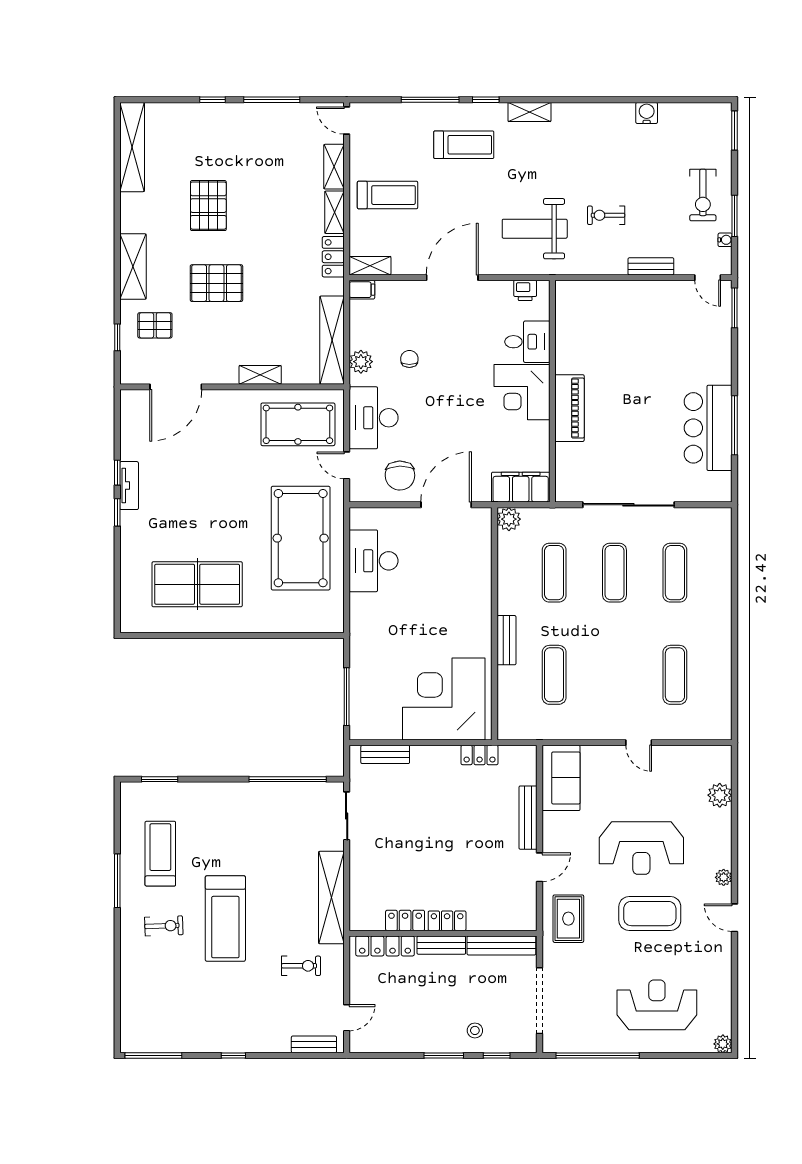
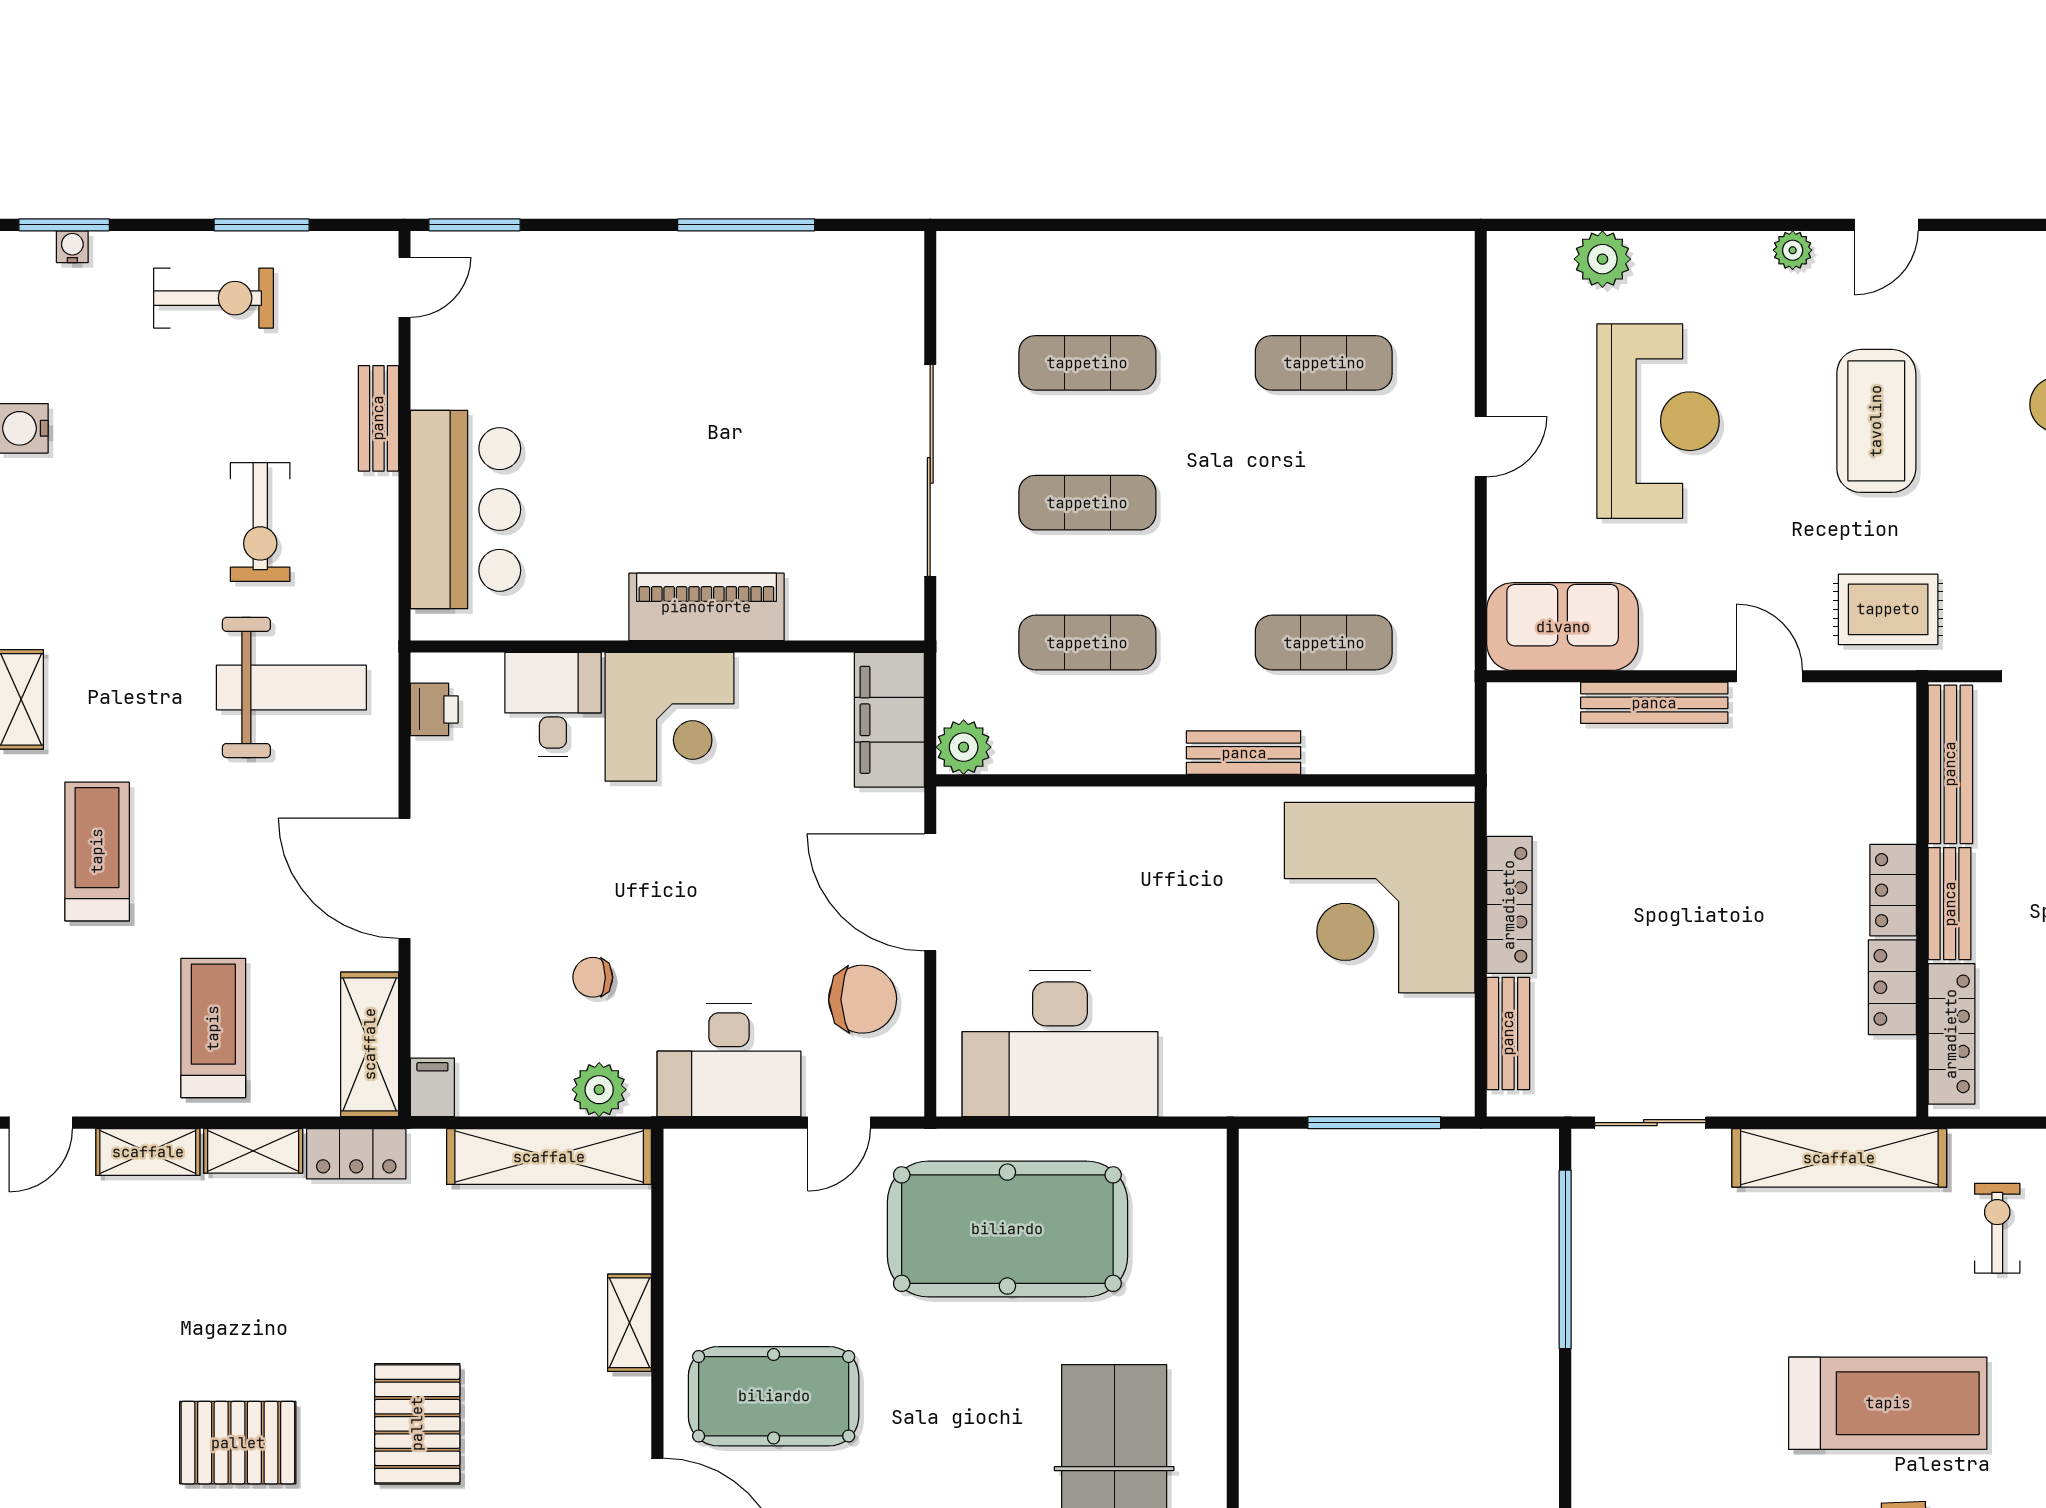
exercise bike: (606, 215) -> (260, 522), width x1.38, depth x1.39
weight bench: (535, 229) -> (291, 687), turned -90
water cooler: (725, 240) -> (72, 247), moved
shelving: (370, 266) -> (370, 1044), width x1.50, depth x1.33
pool table: (298, 424) -> (774, 1396), moved, turned 90
bar counter: (708, 428) -> (466, 509), moved, turned -90
desk: (374, 561) -> (1060, 1043), width x1.36, depth x1.30
locker: (480, 755) -> (1509, 905), moved, width x1.53
reception desk: (641, 848) -> (1658, 421), moved

